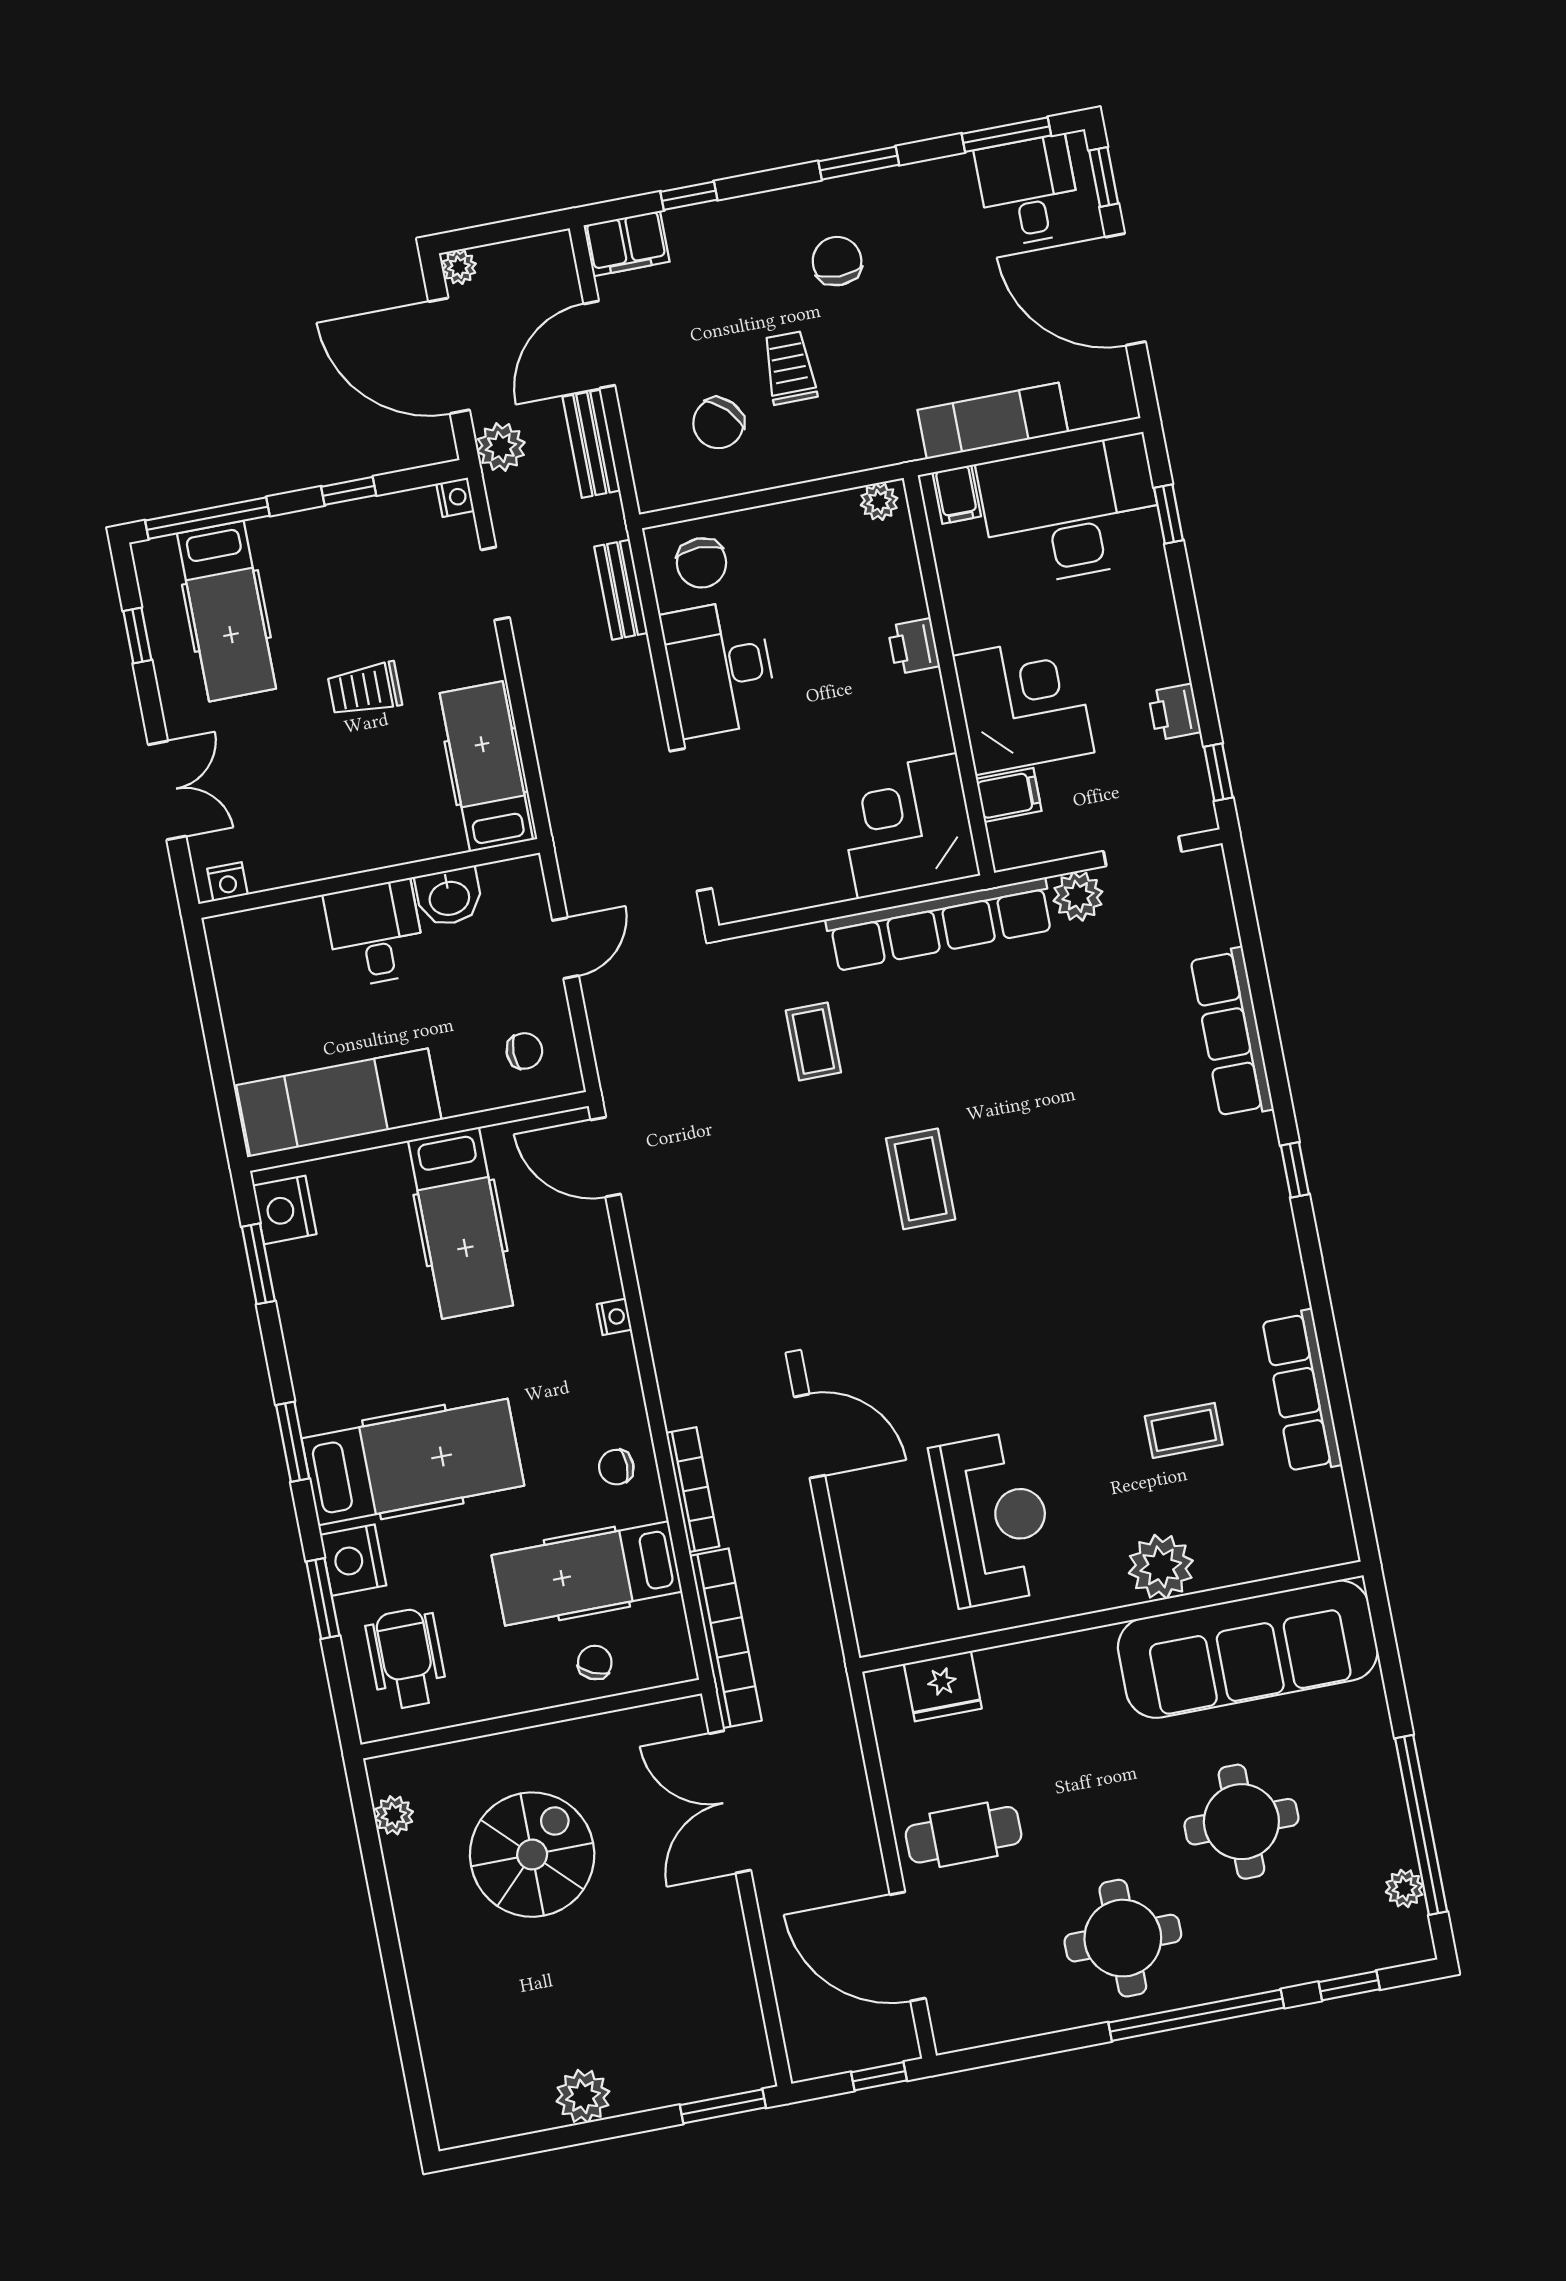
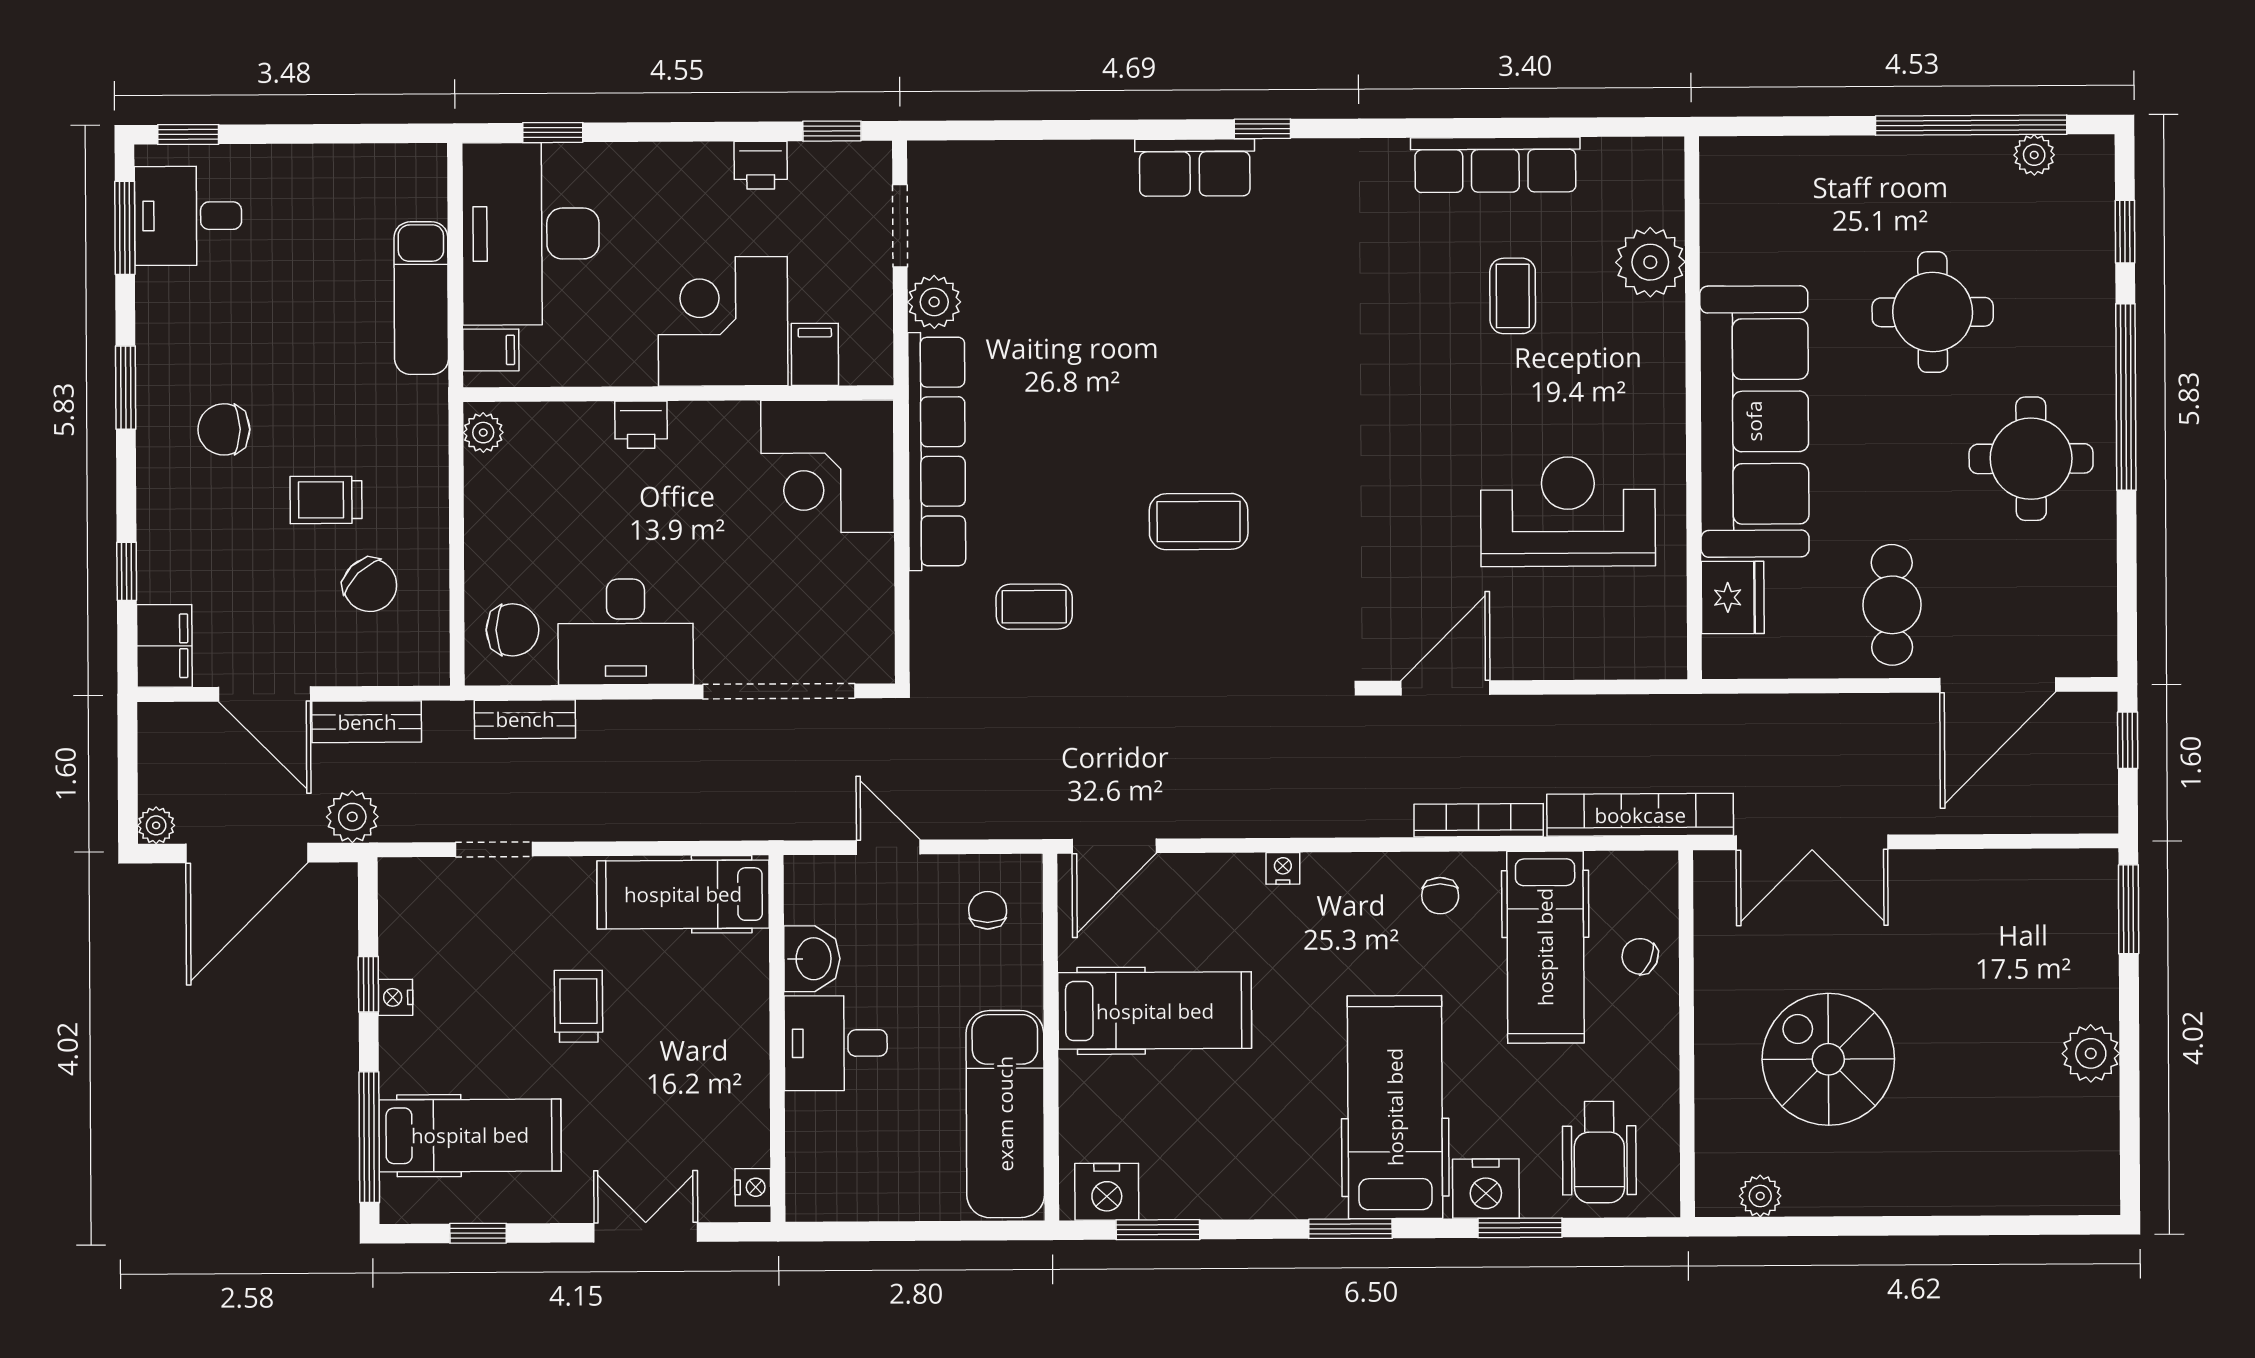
door: (1125, 289) -> (310, 134), removed
nightstand: (455, 497) -> (395, 997), moved, turned -90
trolley: (365, 689) -> (579, 1006), turned 180
row of seats: (1232, 1033) -> (1195, 168), moved, width x0.68
plant: (1161, 1567) -> (1650, 262), moved
sofa: (1248, 1649) -> (1754, 421), moved
wheelchair: (406, 1659) -> (1599, 1152), turned -90

